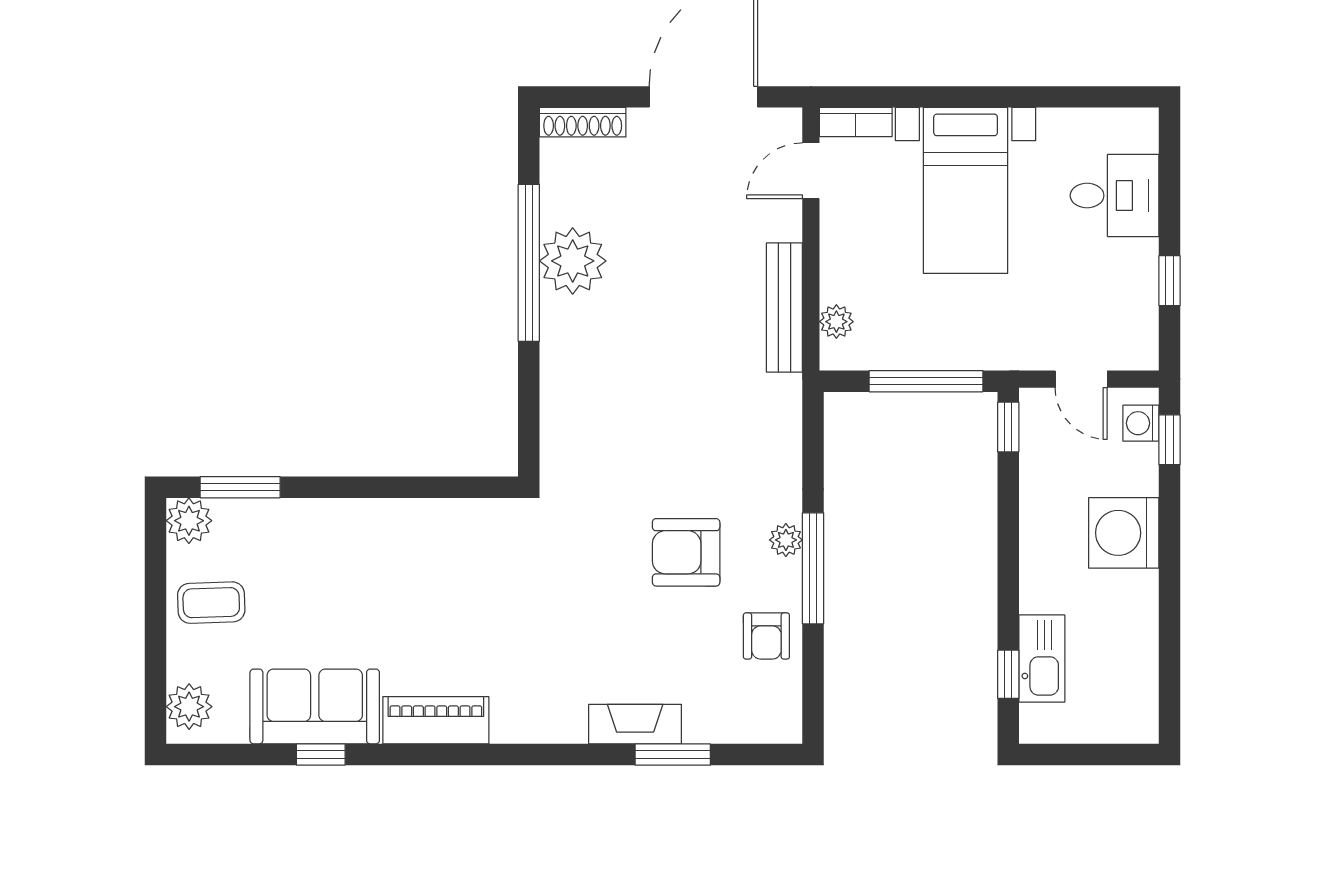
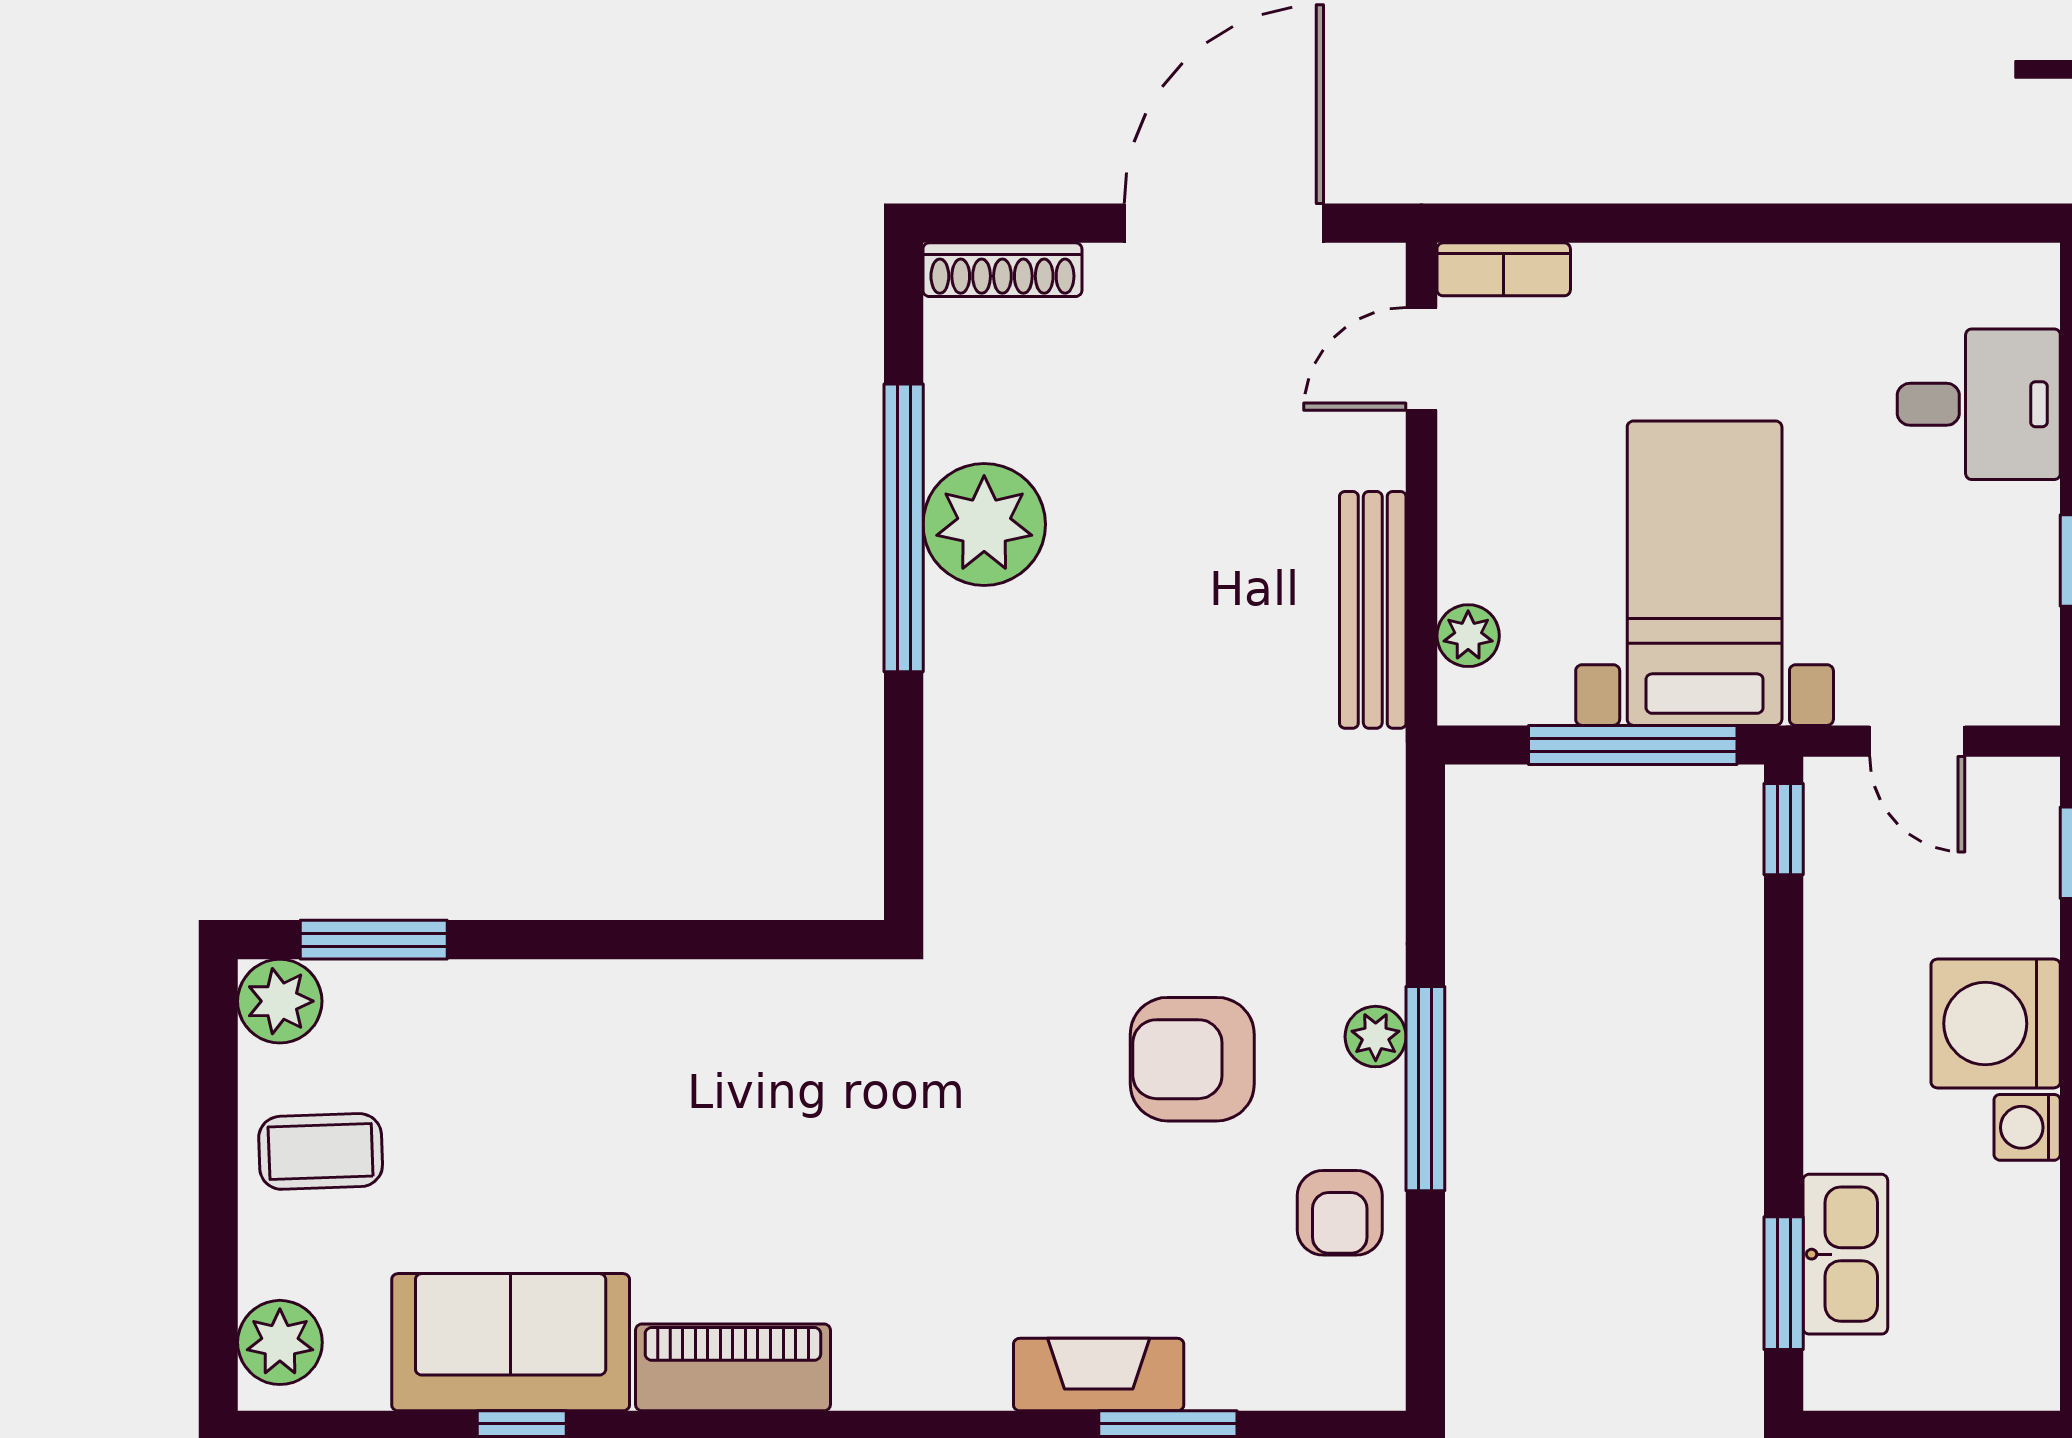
bed with nightstands: (966, 190) -> (1705, 573), moved, turned 180
washing machine: (1141, 423) -> (2027, 1127), moved
window: (1008, 674) -> (1784, 1283), width x1.50

